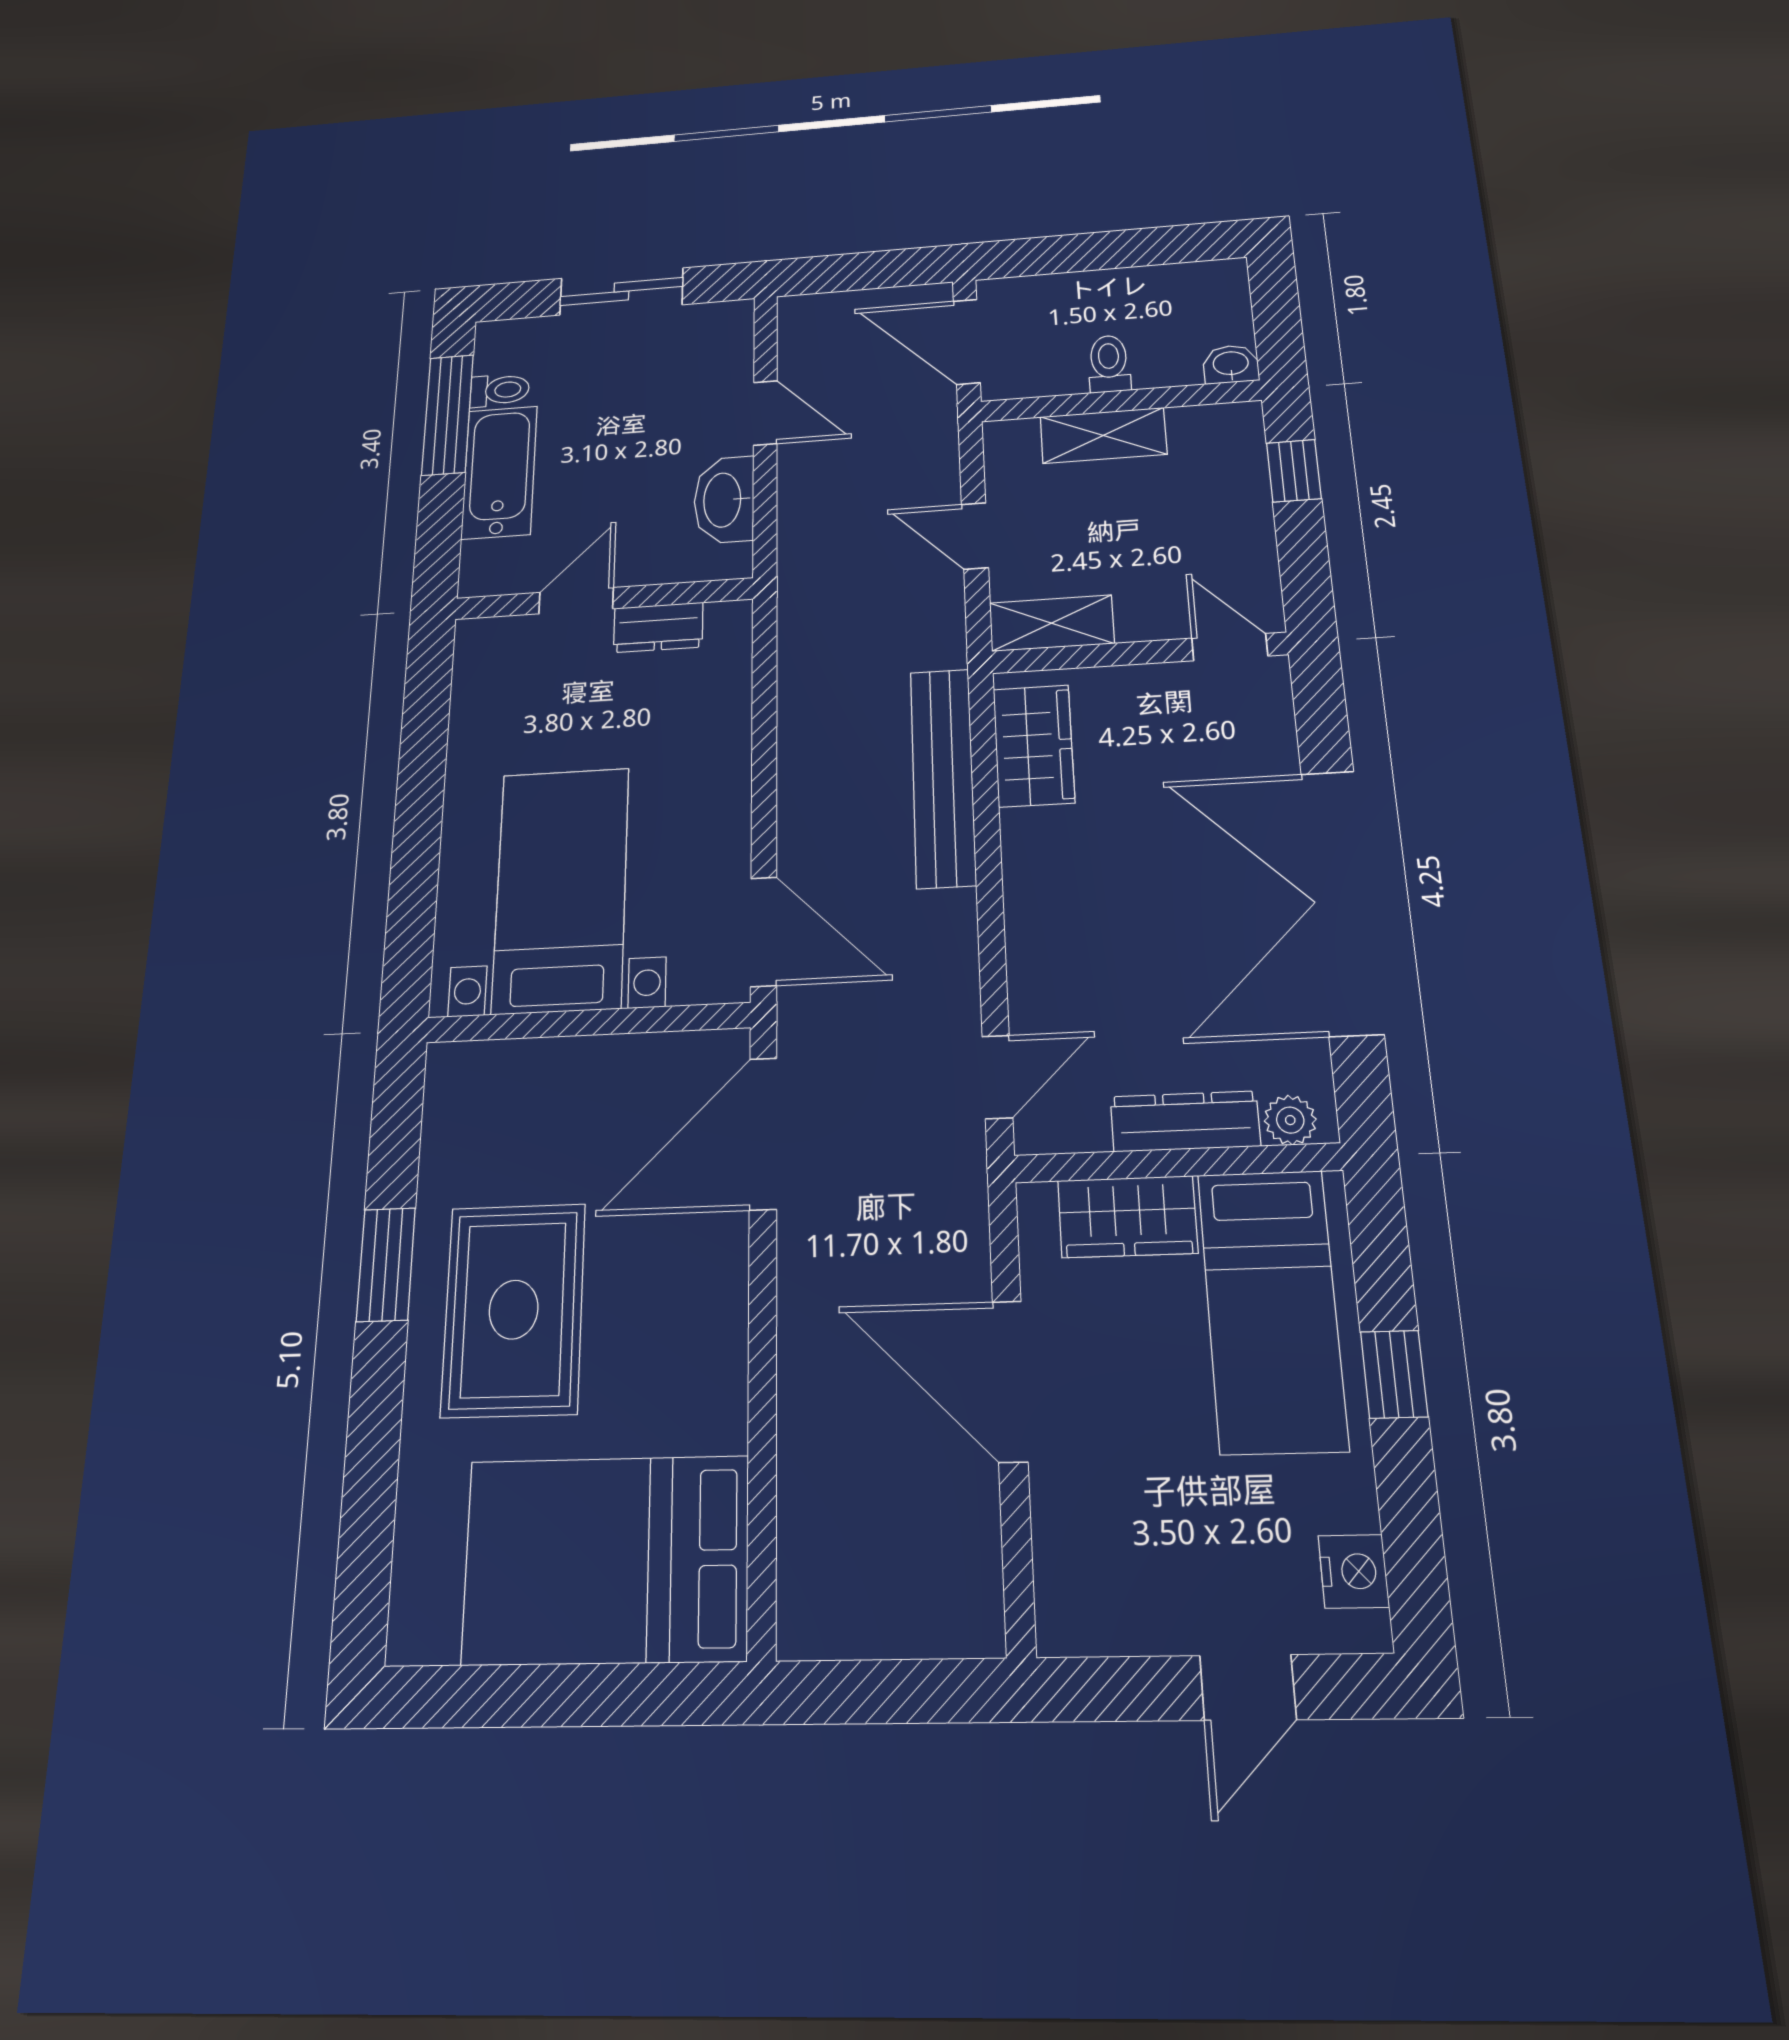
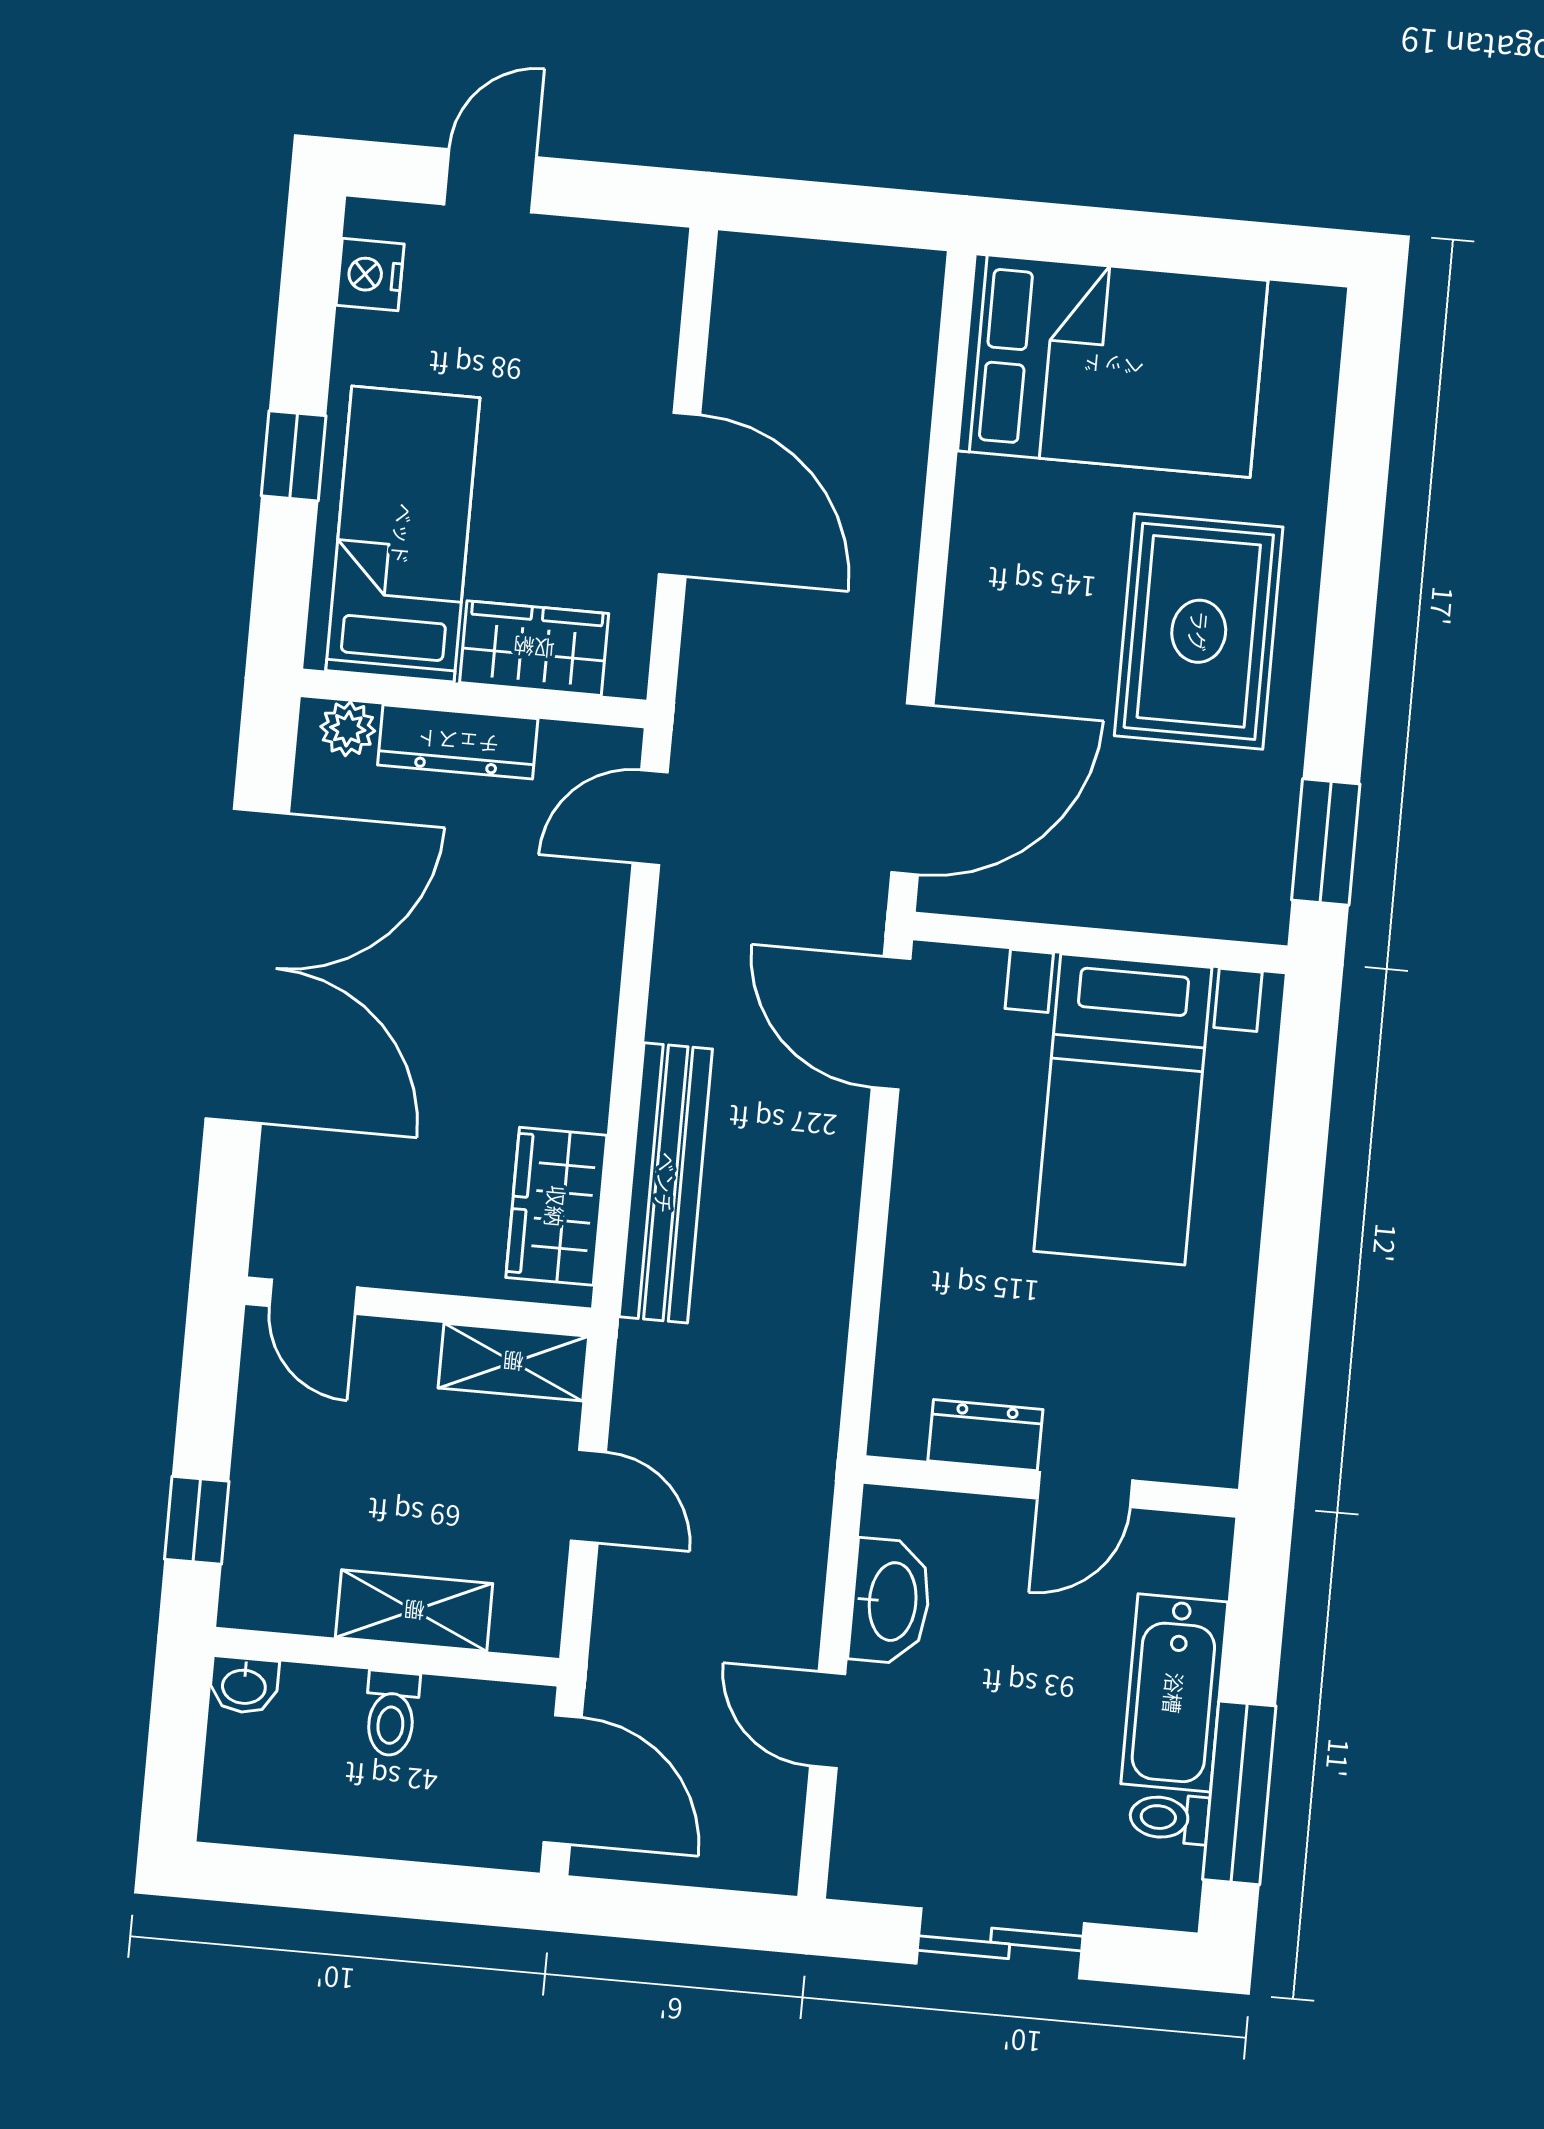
window: (386, 1265) -> (1326, 842), moved

